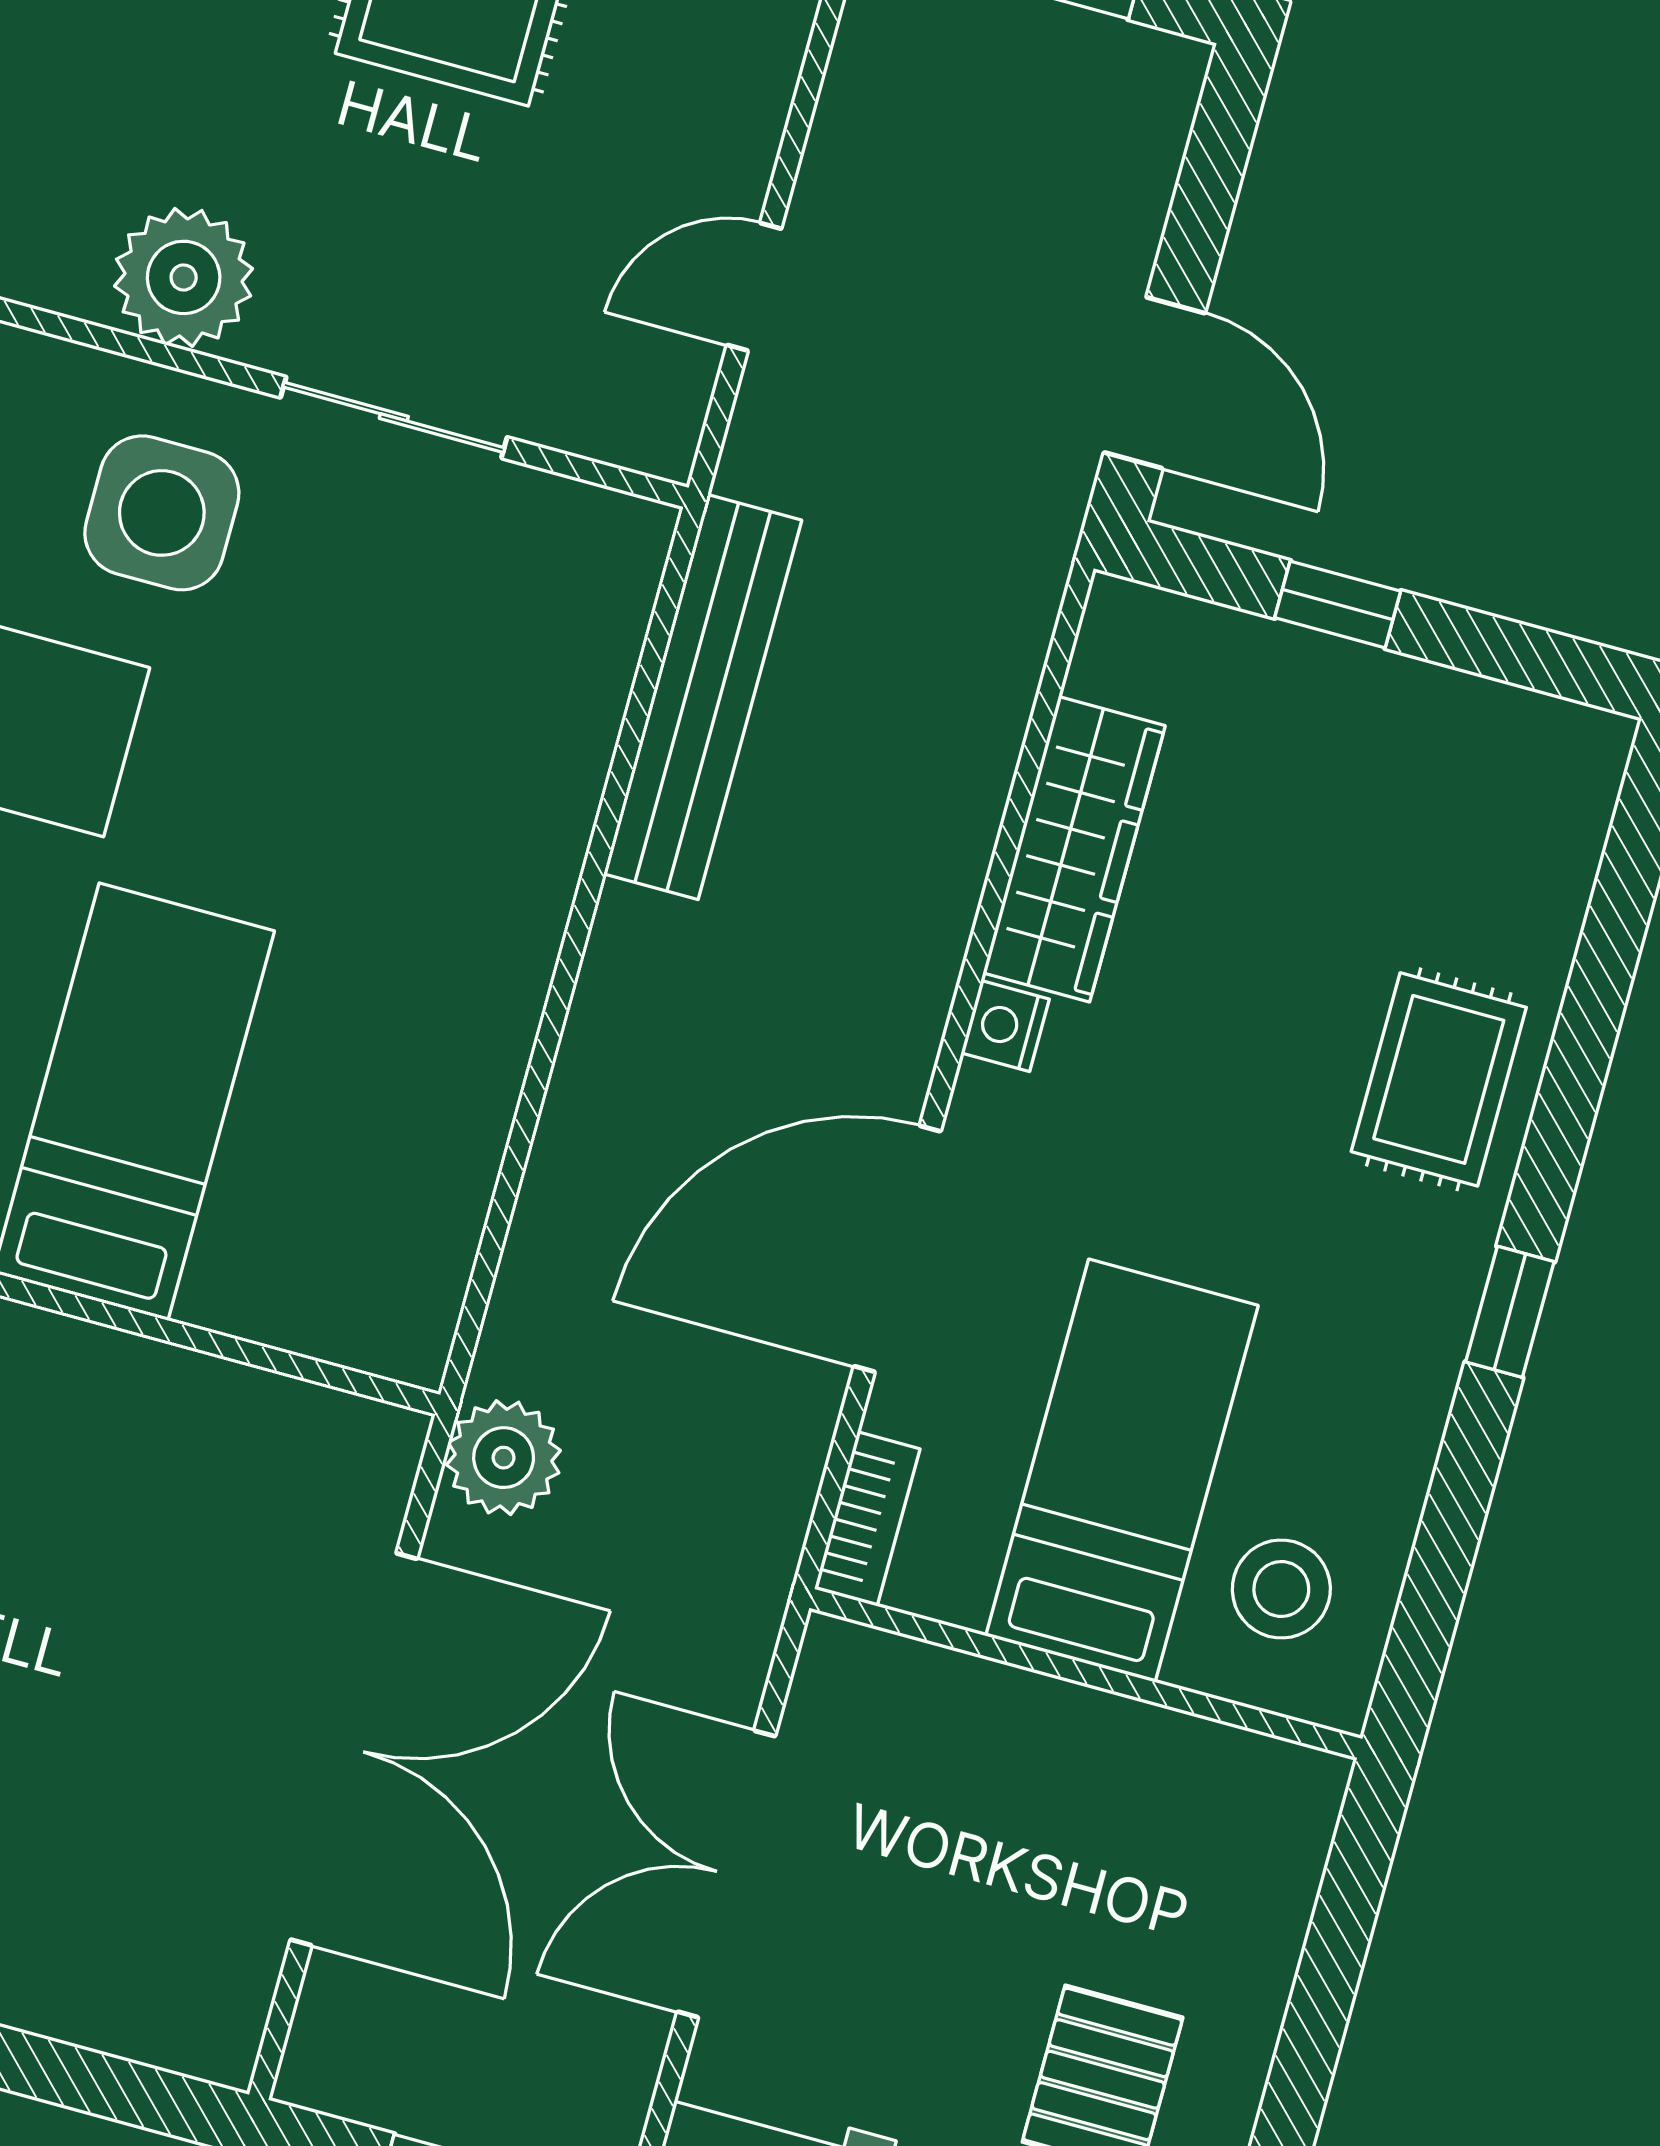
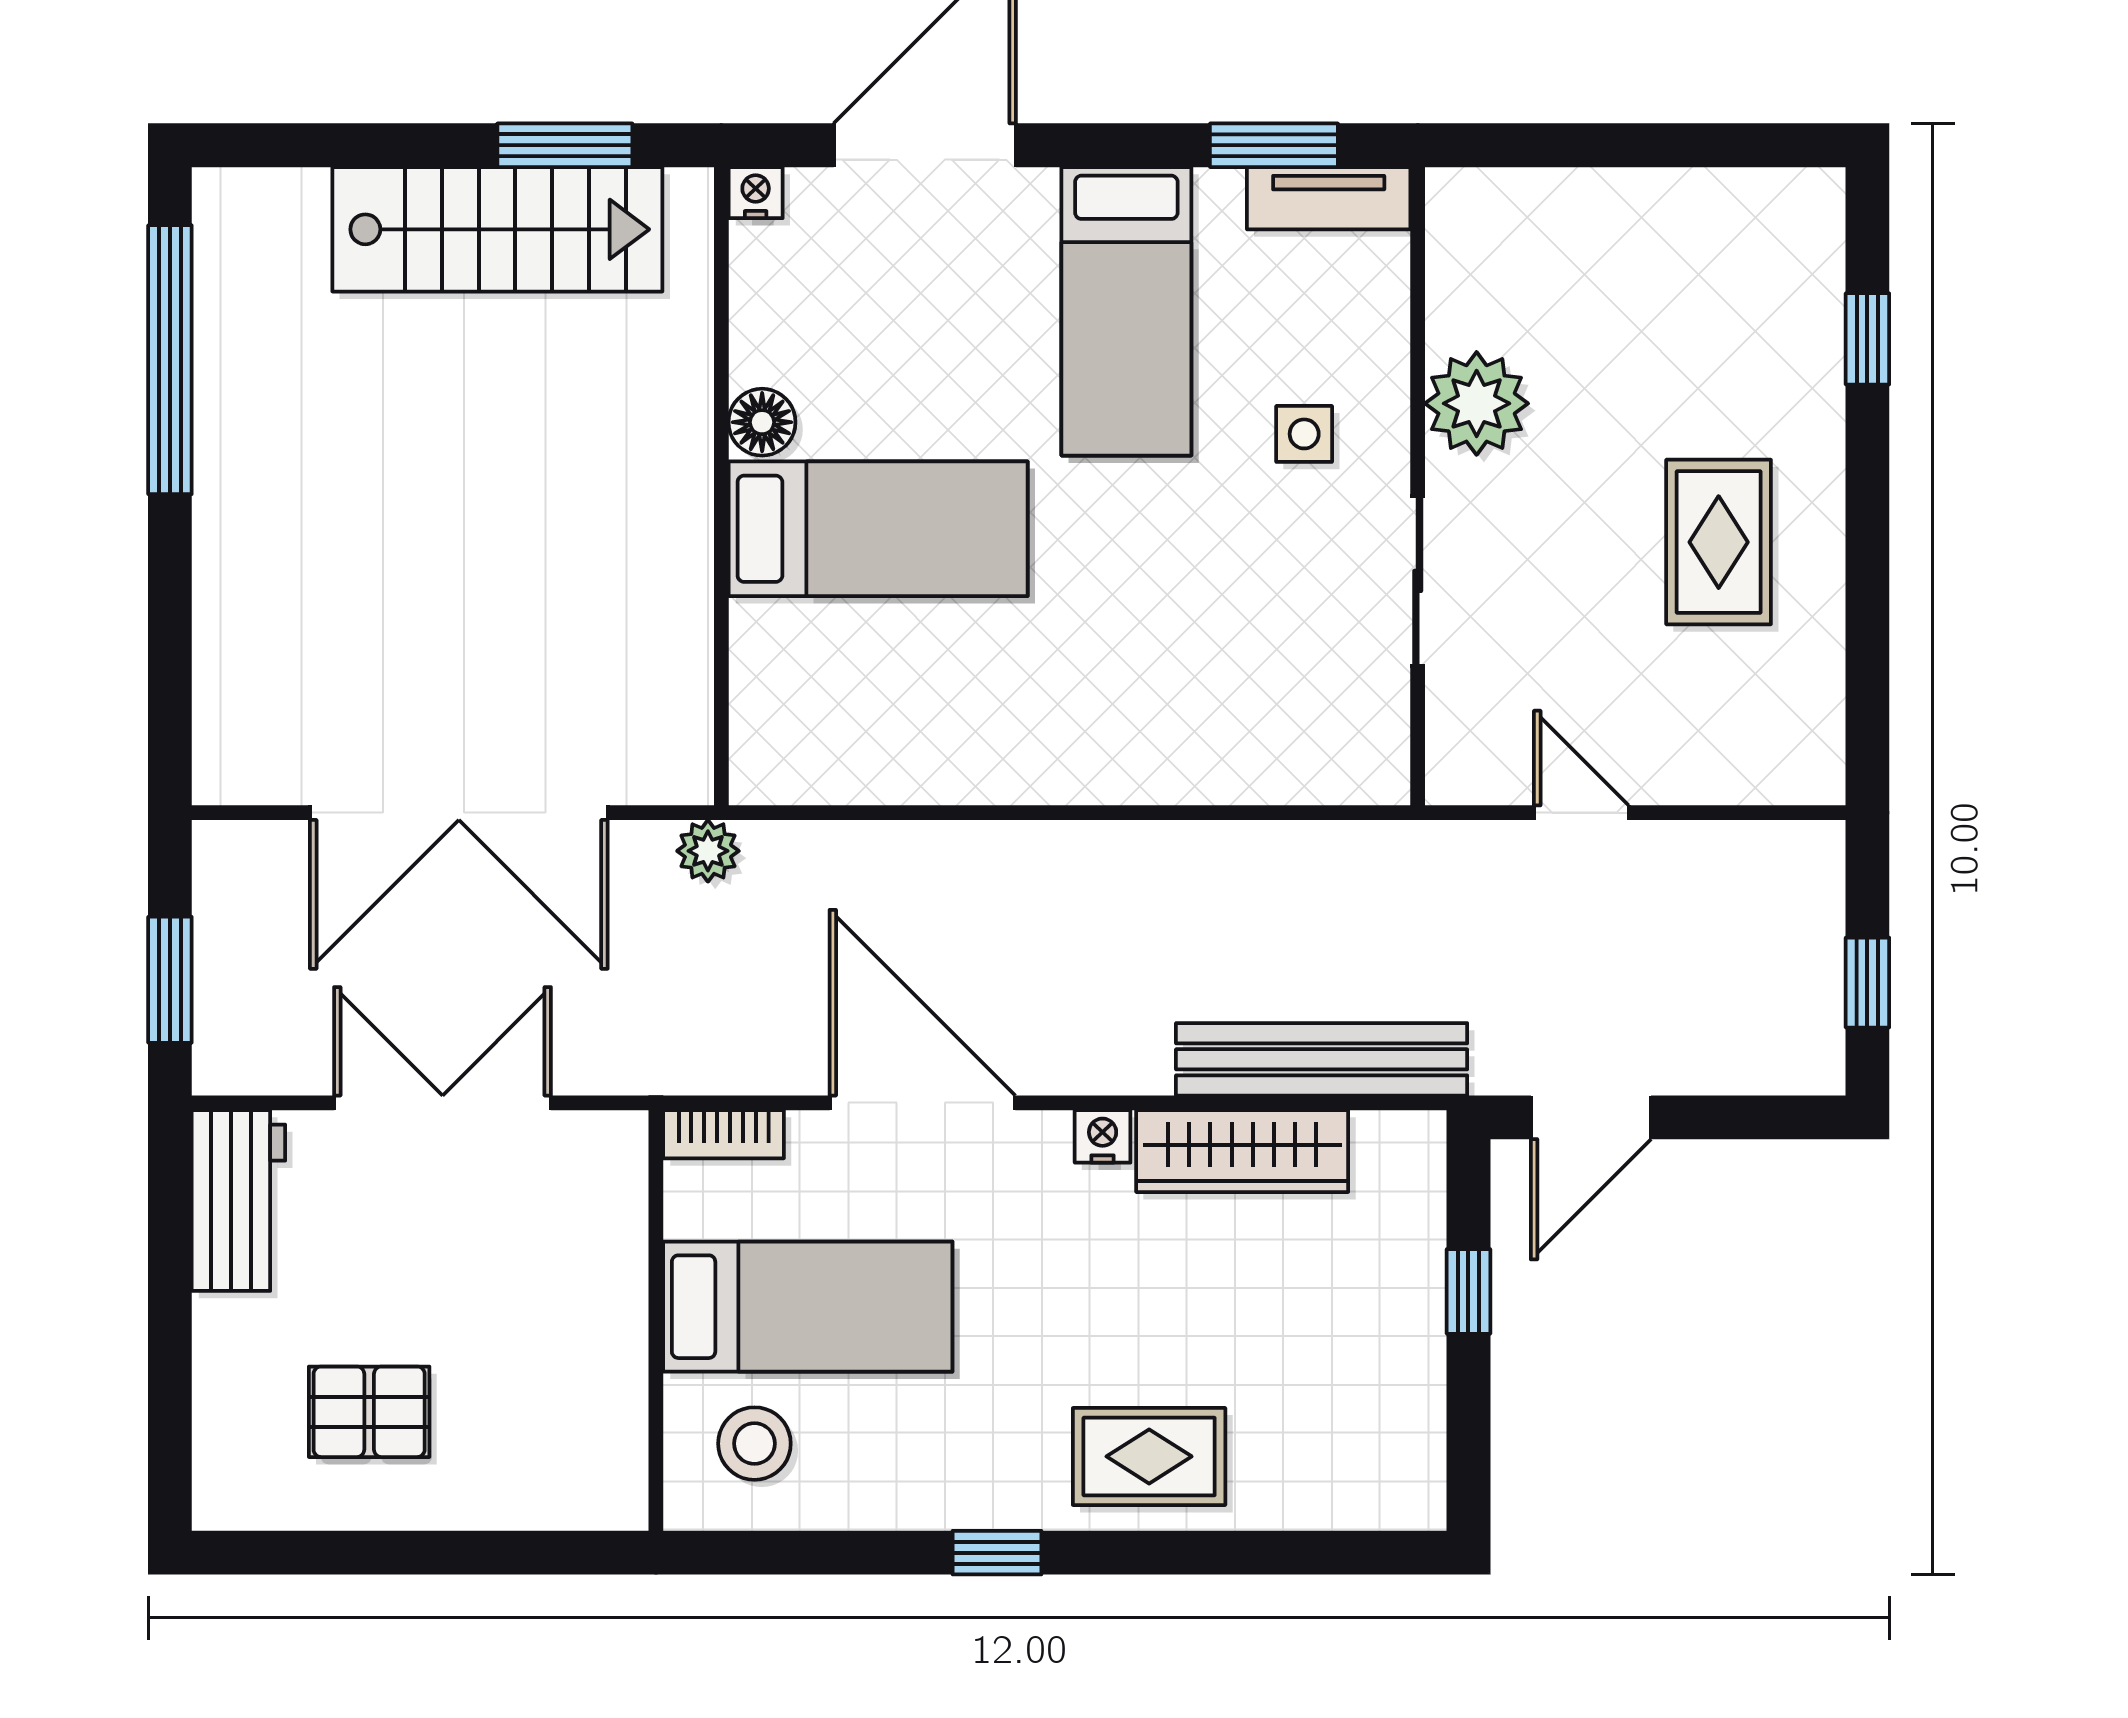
side table: (162, 513) -> (1304, 434), width x0.54, depth x0.54
bench: (703, 697) -> (1322, 1059), moved
plant: (504, 1458) -> (708, 851), width x0.73, depth x0.73

